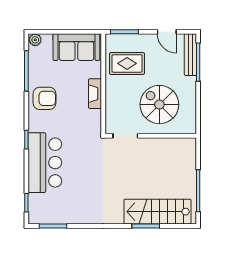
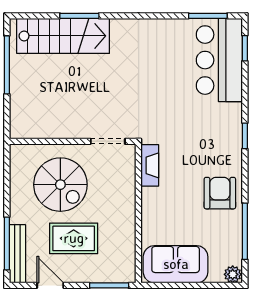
rug: (127, 63) -> (74, 238), moved
fireplace: (95, 94) -> (150, 165), moved
armchair: (44, 98) -> (220, 193), turned 90
bar counter: (45, 163) -> (219, 60), moved

